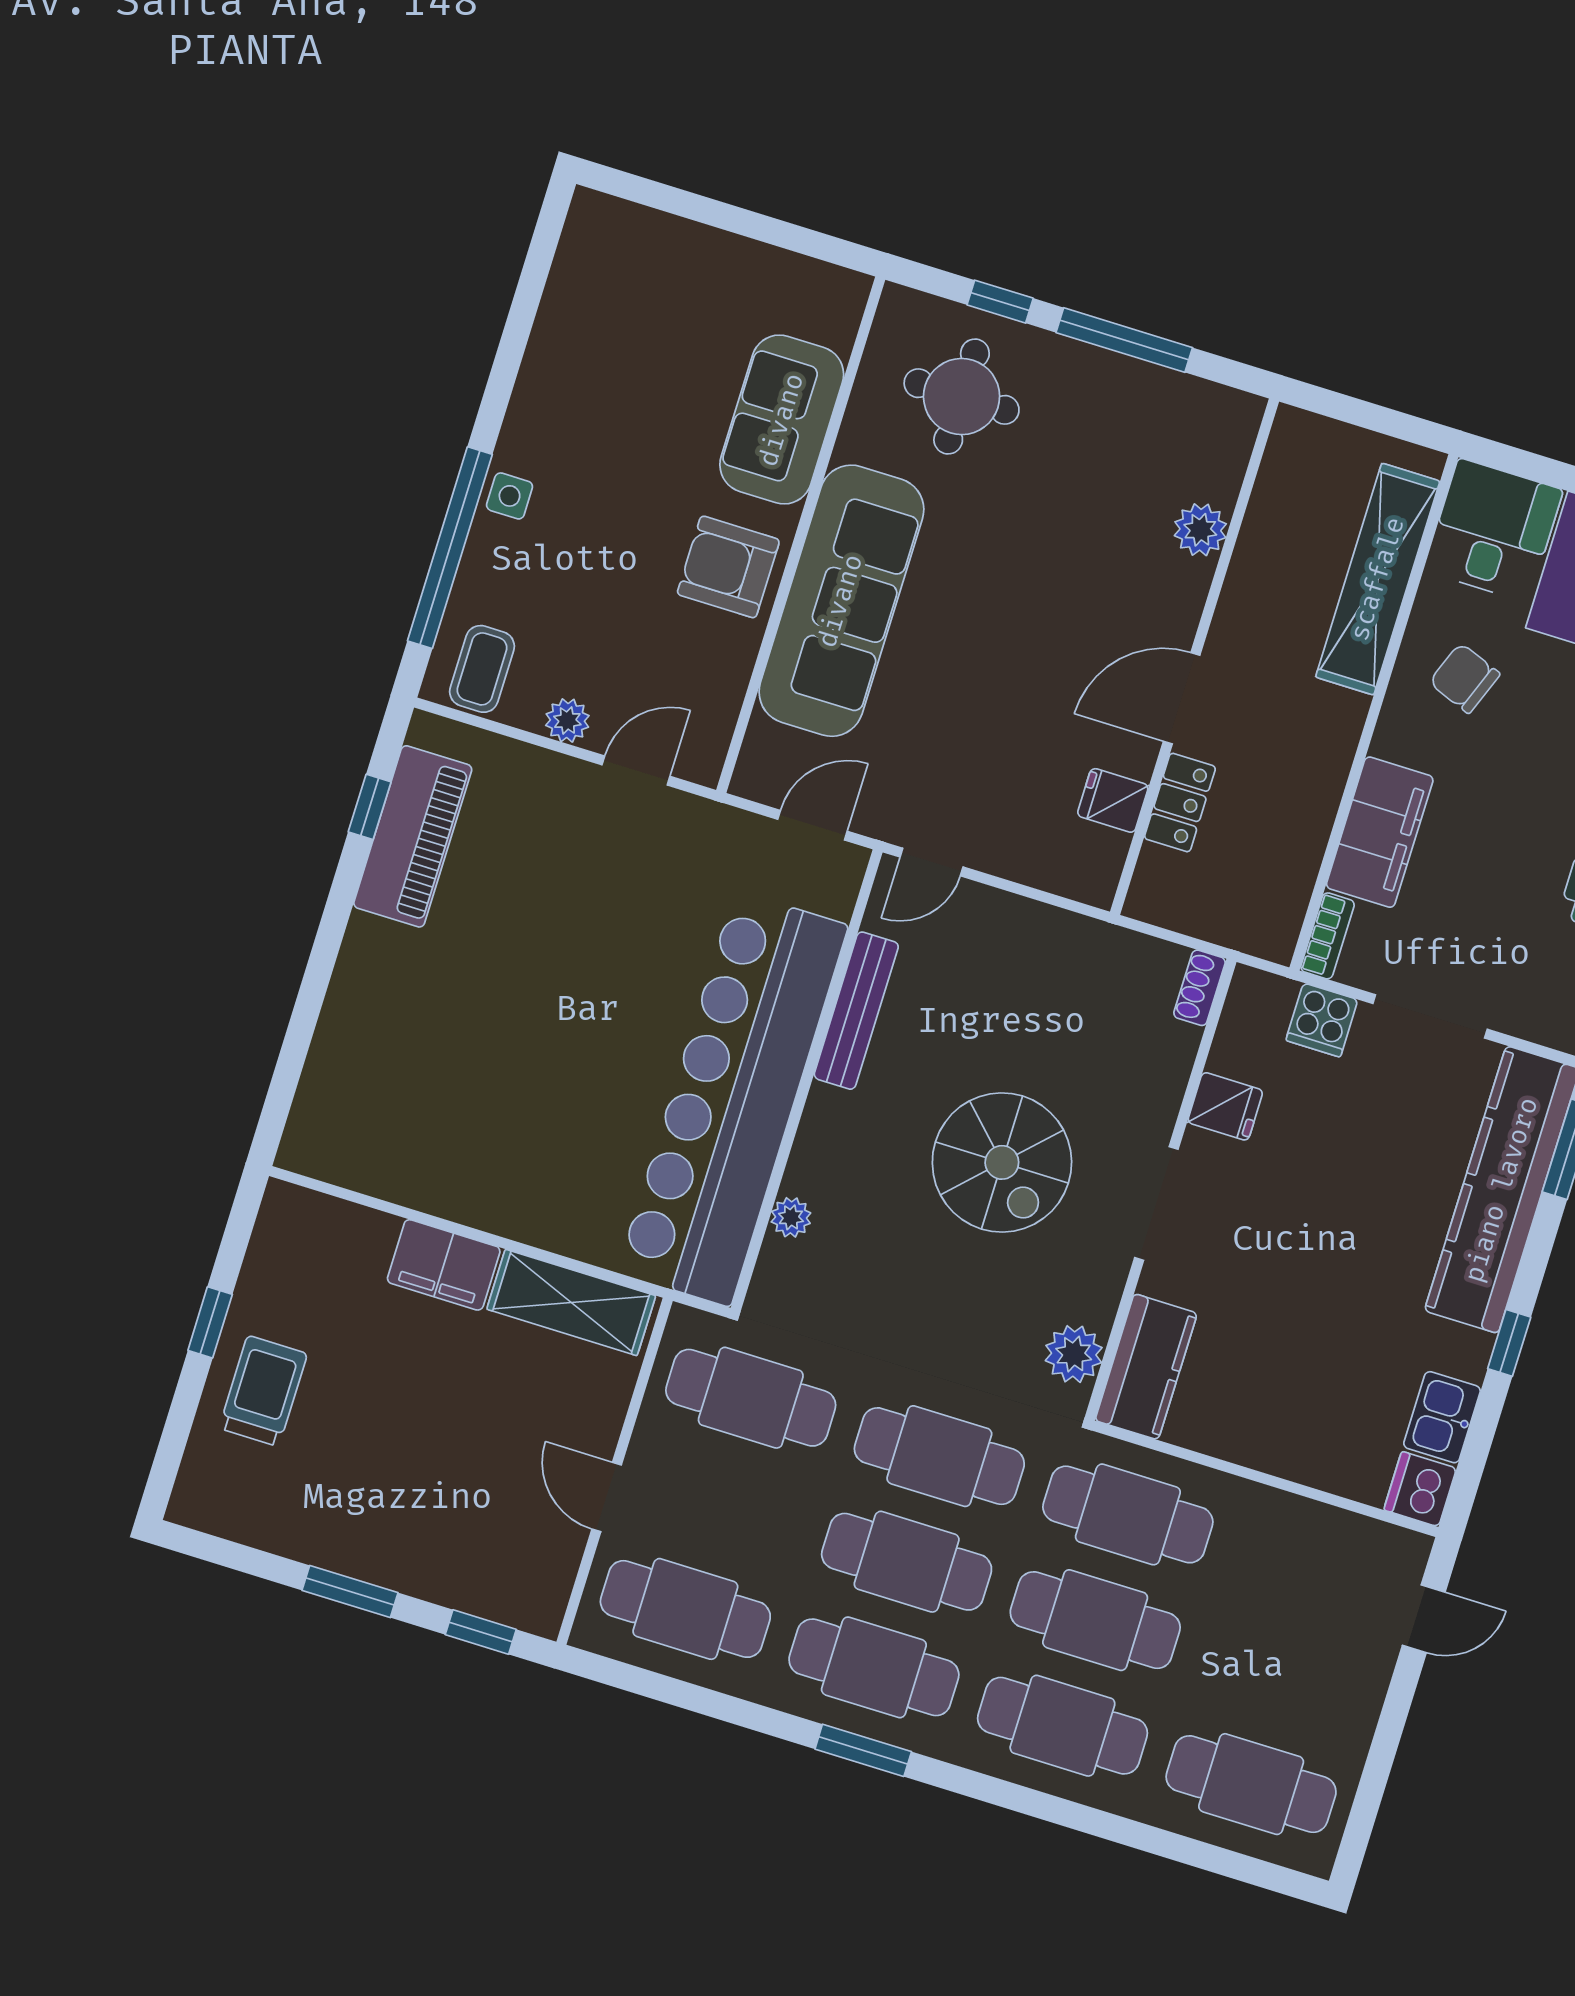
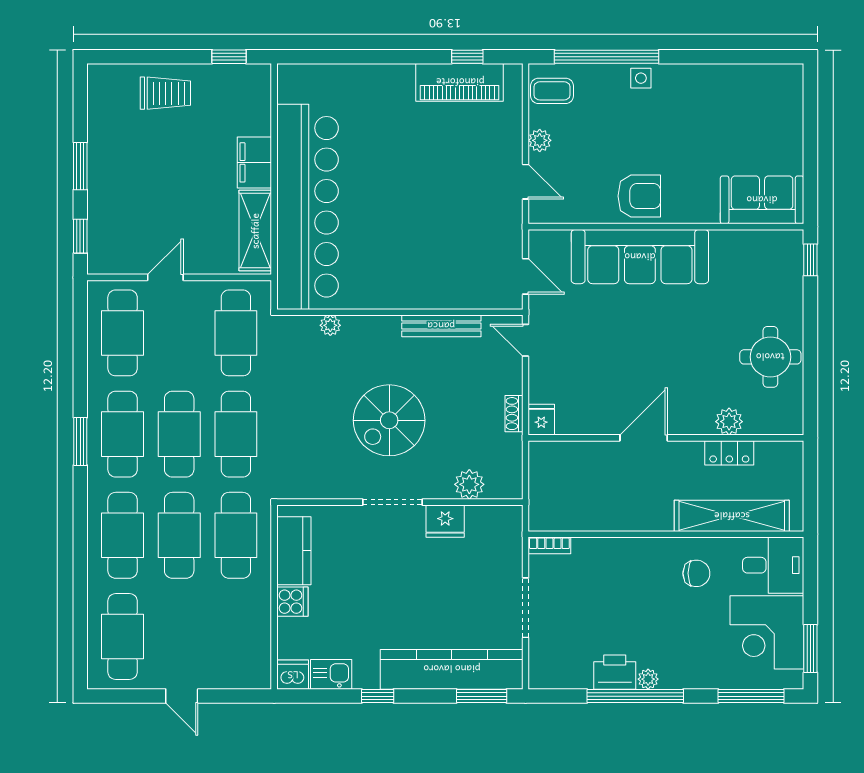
window: (1000, 302) -> (810, 260), moved
window: (1124, 340) -> (810, 356), removed
round table: (962, 397) -> (770, 357), moved
sofa: (782, 420) -> (762, 200), moved
armchair: (728, 567) -> (639, 196), turned 90
chair: (1465, 678) -> (696, 573), turned 69
door: (1182, 698) -> (644, 438), hinge flipped
fridge: (1113, 800) -> (541, 420), moved
locker: (1180, 803) -> (729, 453), moved
filing cabinet: (1380, 832) -> (608, 555), removed
shoe rack: (1200, 988) -> (514, 414), moved, turned -90
cooker: (1322, 1020) -> (292, 602), moved, turned 180
bar counter: (733, 1099) -> (308, 207), moved, turned 90
fridge: (1225, 1106) -> (445, 521), width x1.38
window: (210, 1322) -> (229, 57), moved
plant: (1074, 1354) -> (469, 484), moved
kitchen counter: (1146, 1367) -> (294, 551), moved, turned -90
door: (1424, 1619) -> (182, 696), moved

